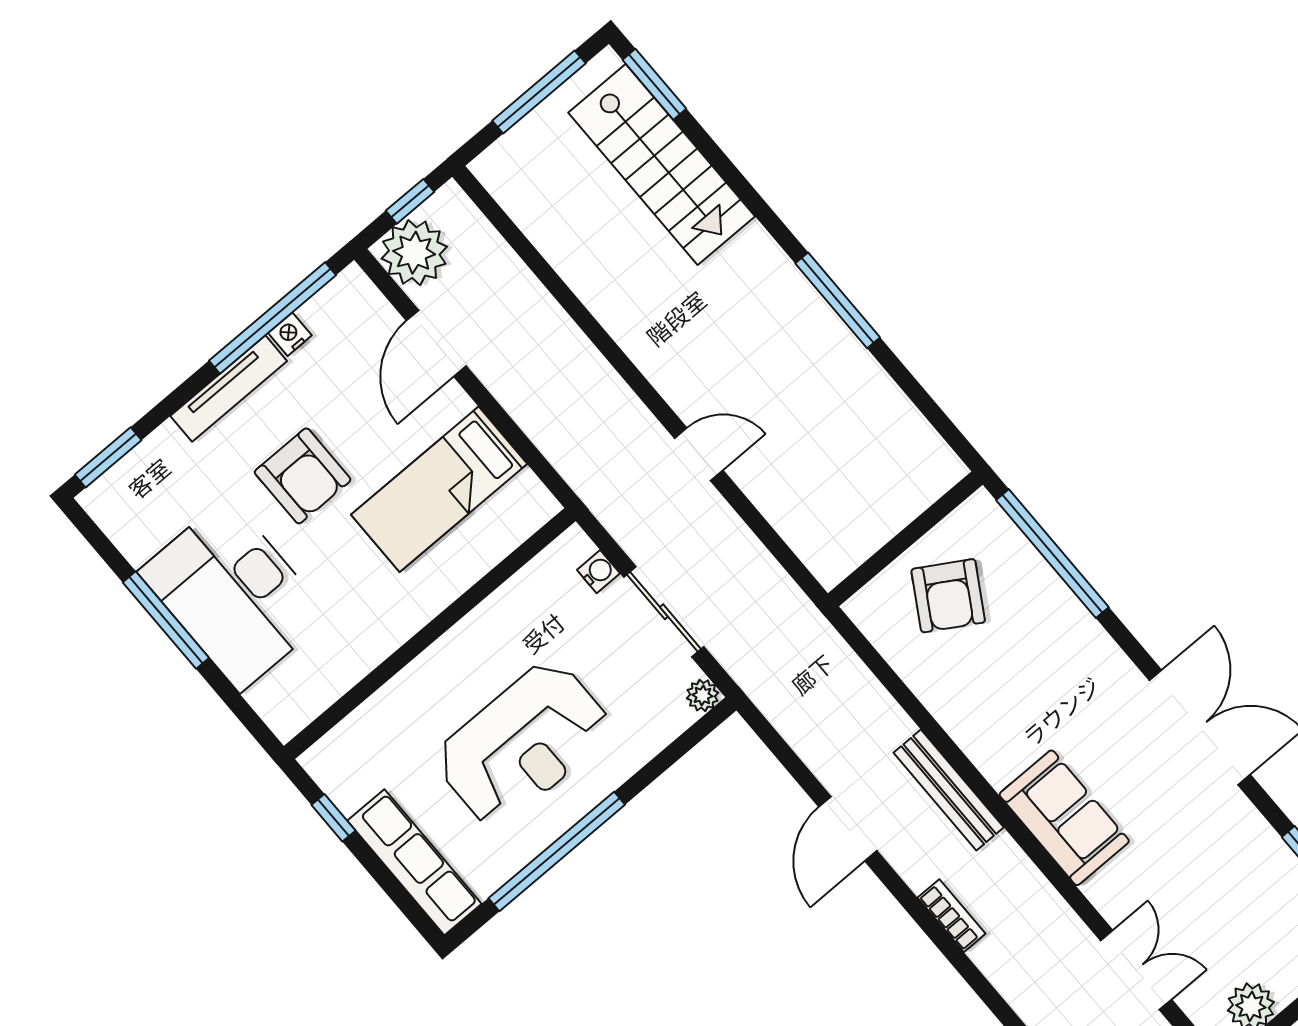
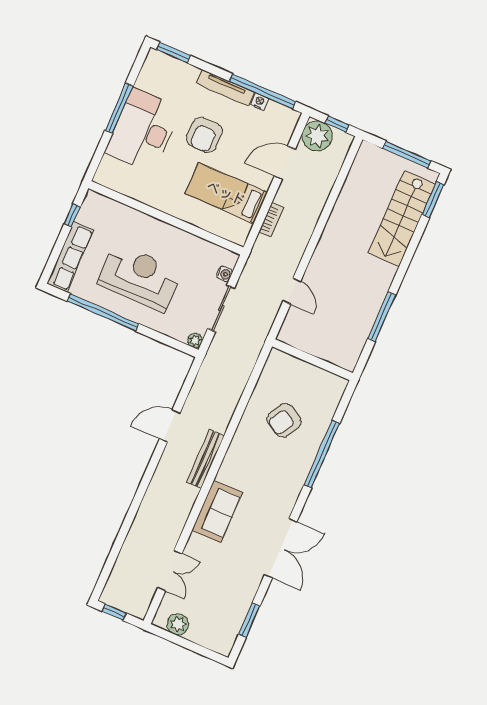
wall: (905, 539) -> (312, 360), moved
reception desk: (523, 744) -> (140, 277), turned 180
bookcase: (952, 916) -> (271, 220), moved

